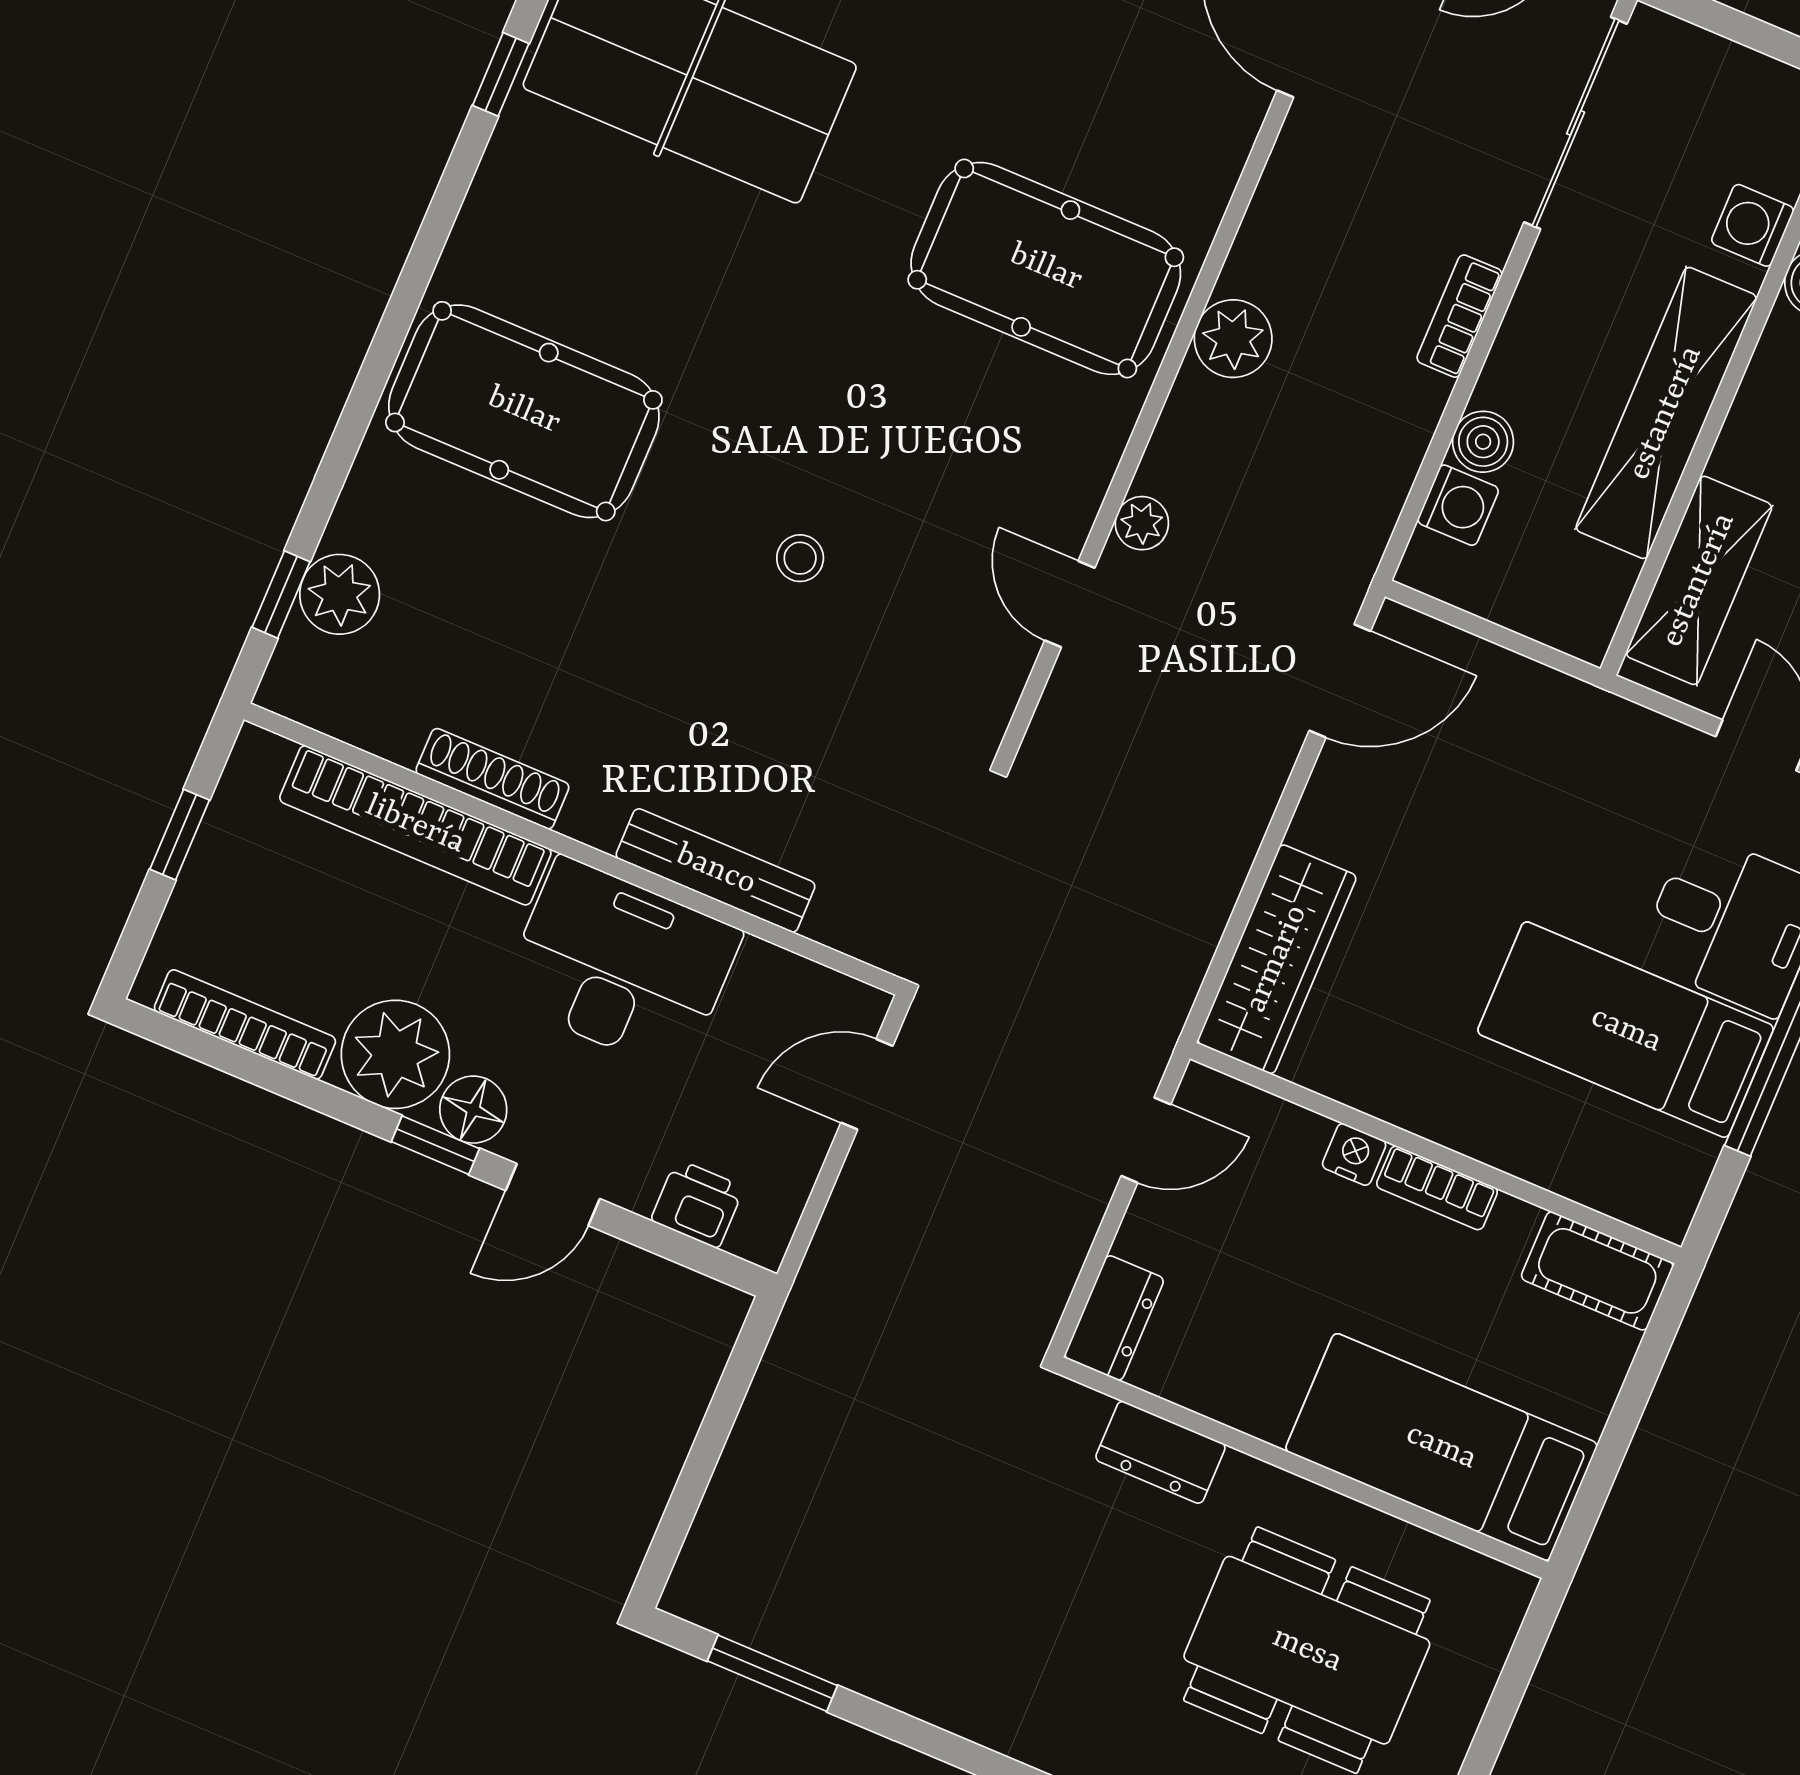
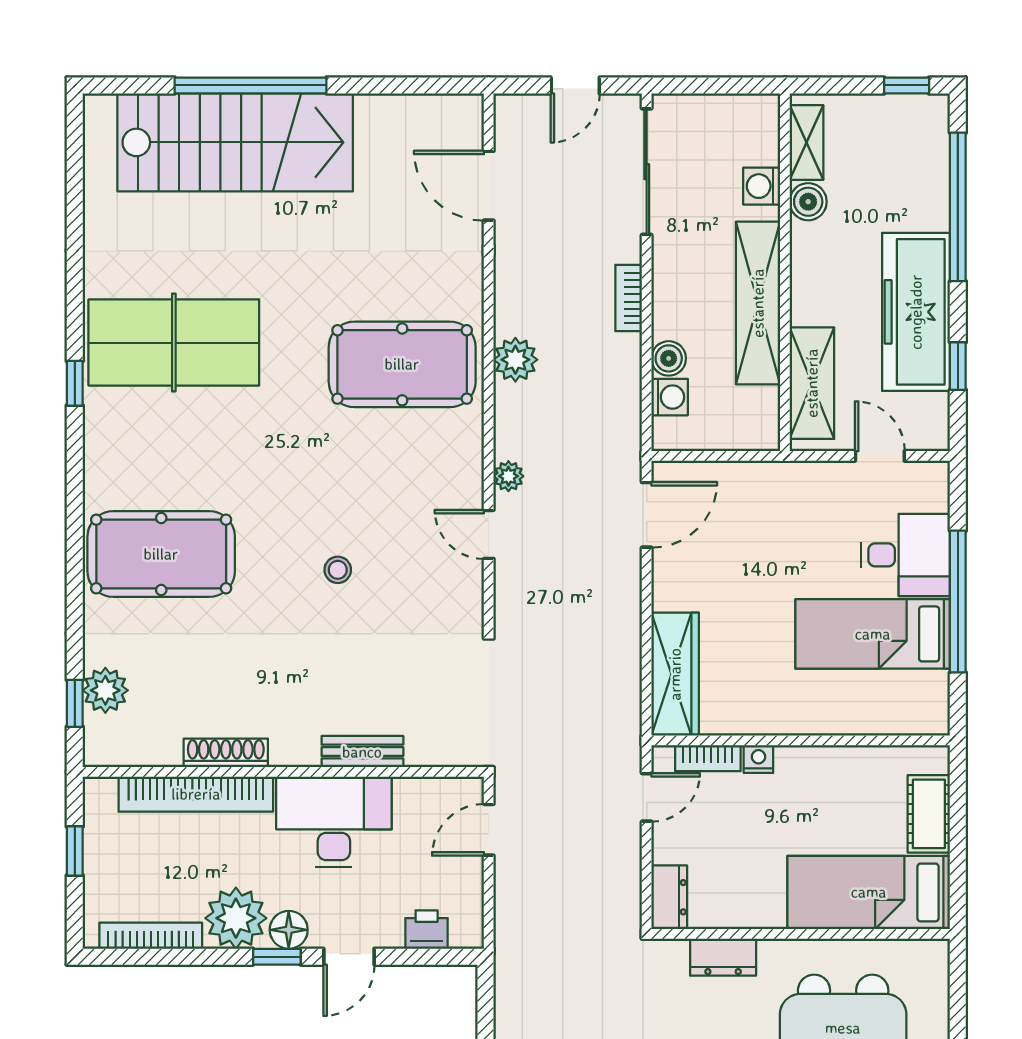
bench: (716, 870) -> (362, 752), width x0.73
bookcase: (1437, 1188) -> (708, 758), moved
cot: (1597, 1271) -> (929, 814), moved, turned 90

